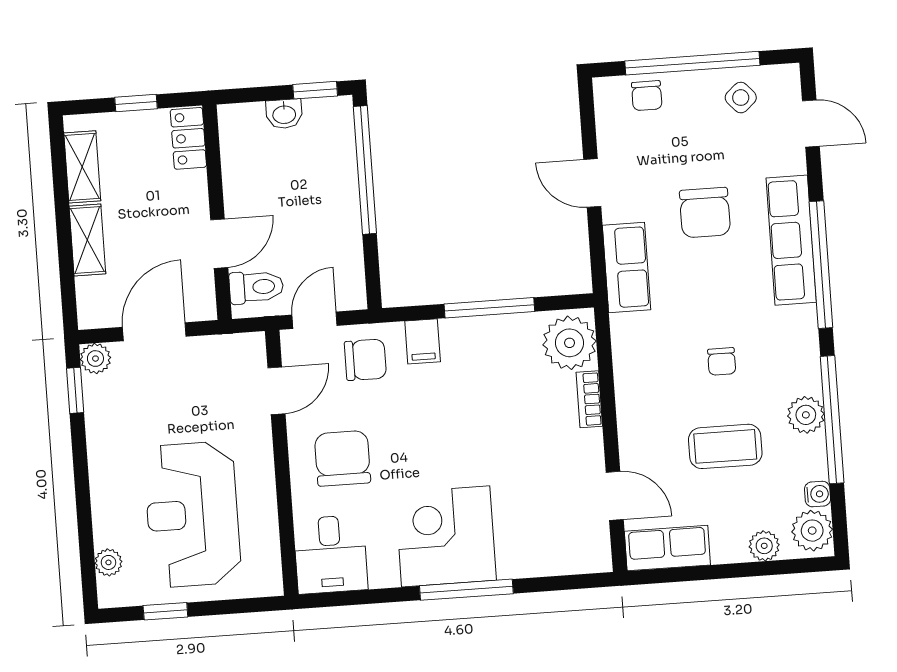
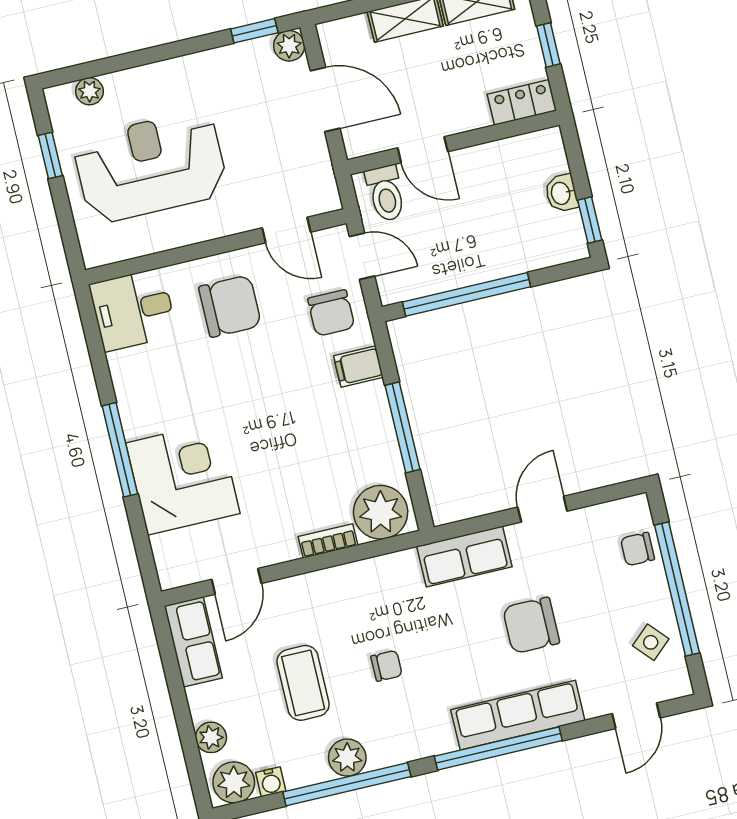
window: (365, 170) -> (466, 294), moved
chair: (722, 362) -> (387, 666), turned 180
corner desk: (446, 536) -> (183, 478), moved

